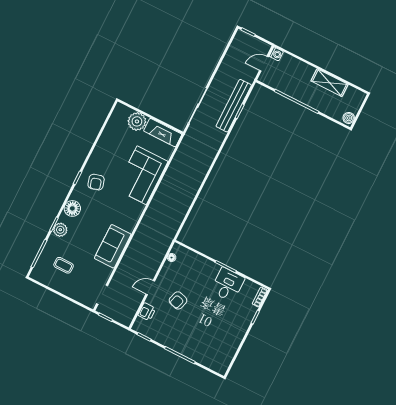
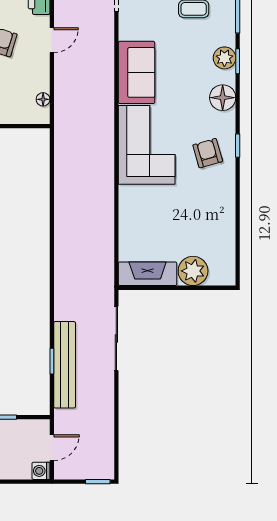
corner sofa: (142, 175) -> (147, 145), moved

